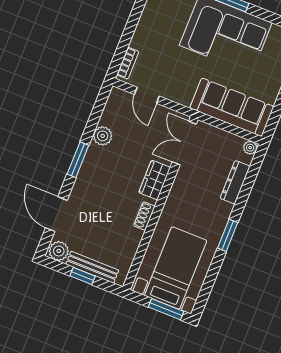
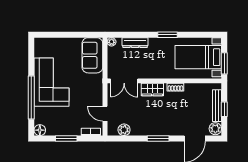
window: (133, 22) -> (66, 139), added
door: (147, 95) -> (105, 114), swing flipped
sofa: (232, 107) -> (92, 55), width x0.73
plant: (103, 136) -> (124, 130), moved
window: (166, 309) -> (224, 63), moved

